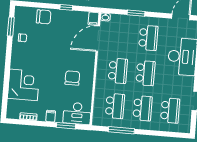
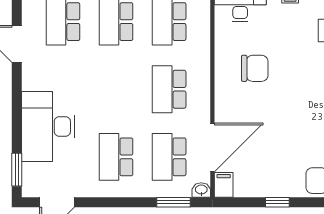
window: (136, 13) -> (174, 202), moved
school desk: (145, 73) -> (169, 157), moved
chair: (72, 78) -> (255, 68), turned -90

